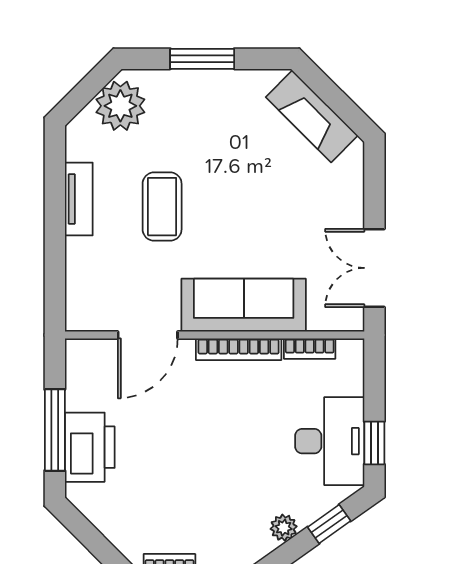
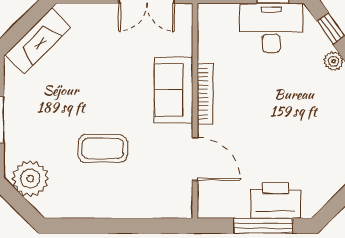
tv unit: (79, 199) -> (97, 208), removed
sofa: (244, 305) -> (174, 90), width x0.73
bookcase: (310, 349) -> (205, 42), removed

